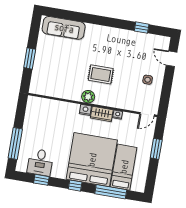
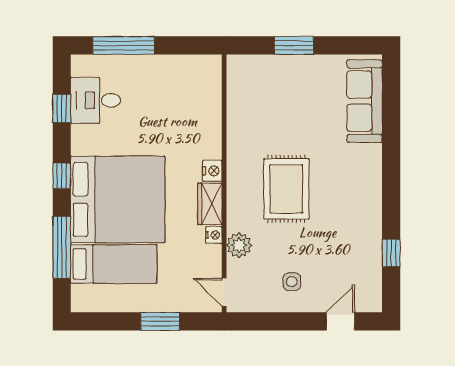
rug: (101, 74) -> (286, 189), width x1.36, depth x1.43
plant: (88, 97) -> (239, 245), moved

